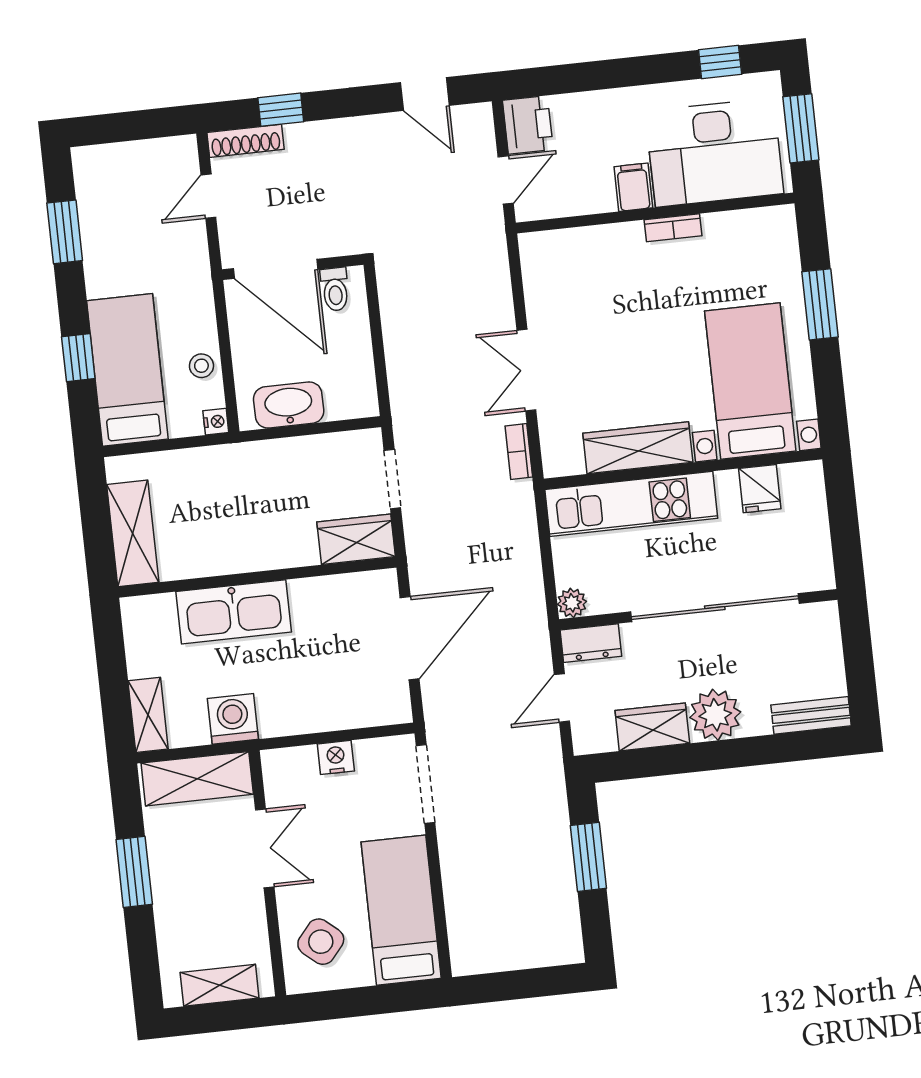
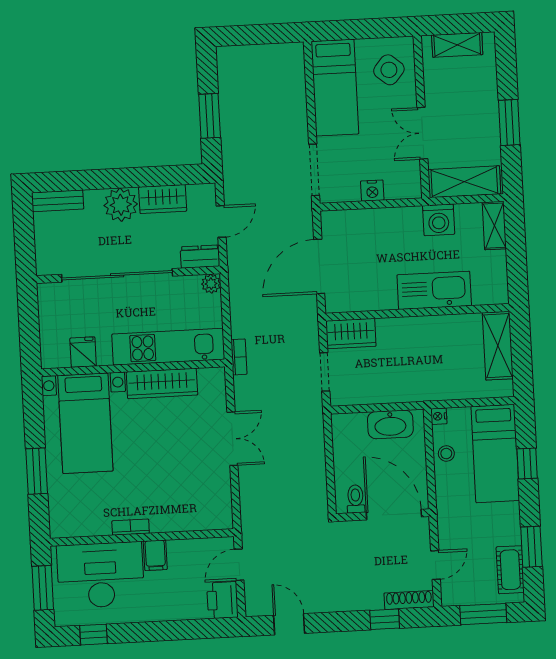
window: (132, 126) -> (483, 614), added
cot: (95, 195) -> (510, 570), added
bookcase: (519, 451) -> (239, 357), moved

